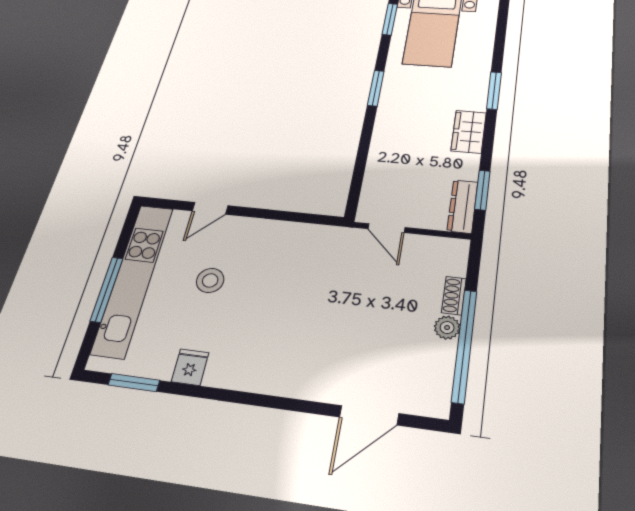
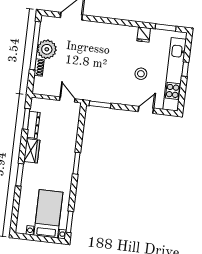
window: (376, 88) -> (77, 163), moved
dresser: (463, 206) -> (33, 125), moved
window: (311, 219) -> (100, 104), added
window: (107, 289) -> (185, 69), width x0.46
plant: (447, 328) -> (47, 49), width x1.87, depth x1.87

